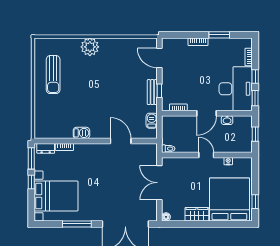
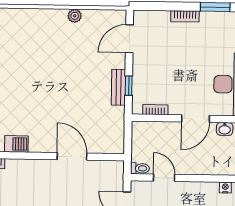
plant: (90, 47) -> (75, 16), moved, width x0.53, depth x0.53
door: (159, 58) -> (129, 39), hinge flipped
barbecue: (152, 121) -> (117, 128), removed
door: (206, 155) -> (164, 178), moved

